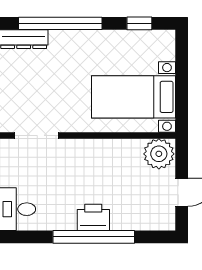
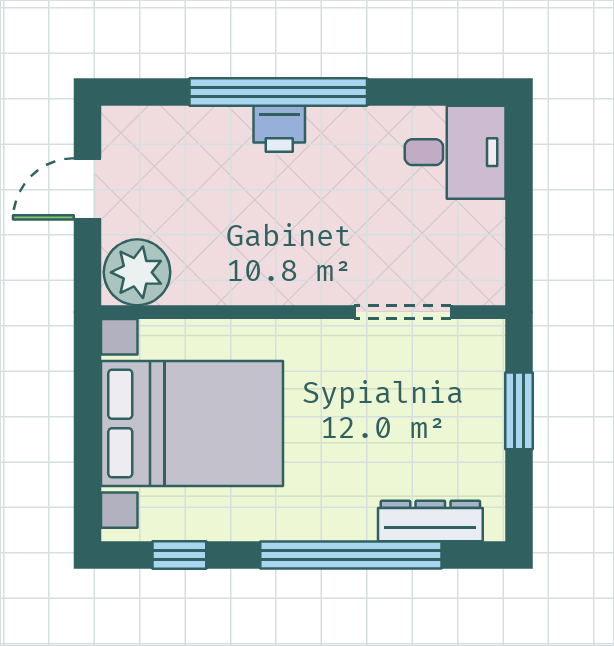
bed with nightstands: (133, 97) -> (192, 423), width x1.36
printer: (93, 217) -> (279, 129), width x0.73, depth x0.81

